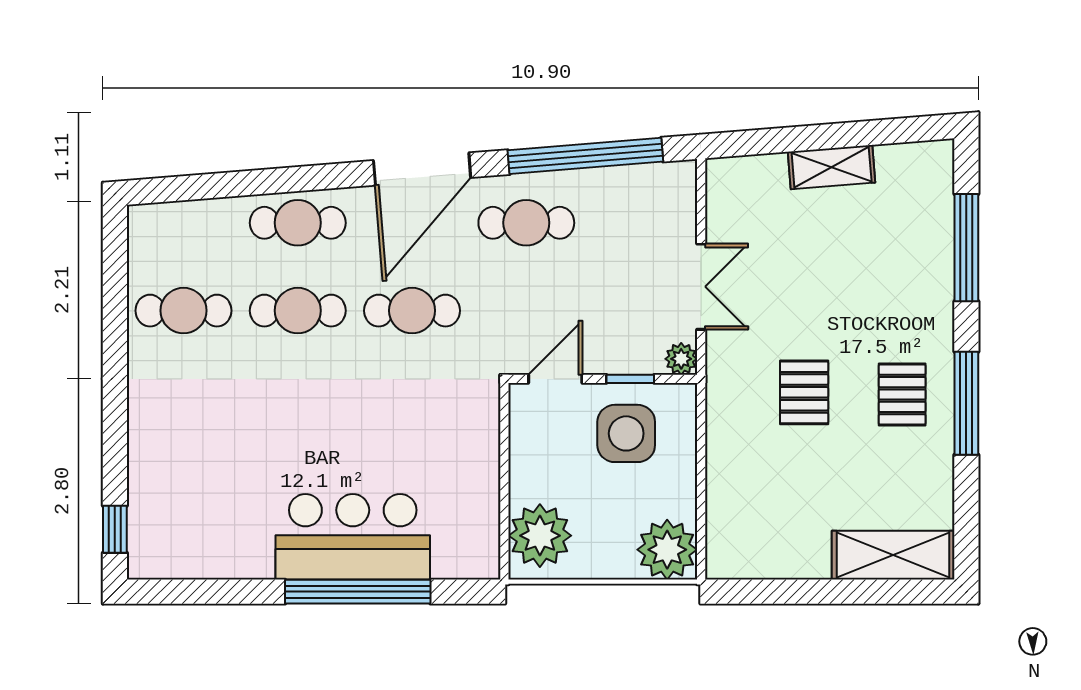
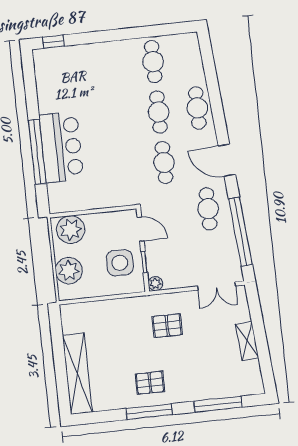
door: (422, 169) -> (227, 160), width x0.73
double door: (701, 287) -> (216, 286), moved
pallet: (804, 392) -> (167, 326), moved
plant: (667, 550) -> (69, 271), moved
shelving: (893, 555) -> (77, 374), width x1.47

